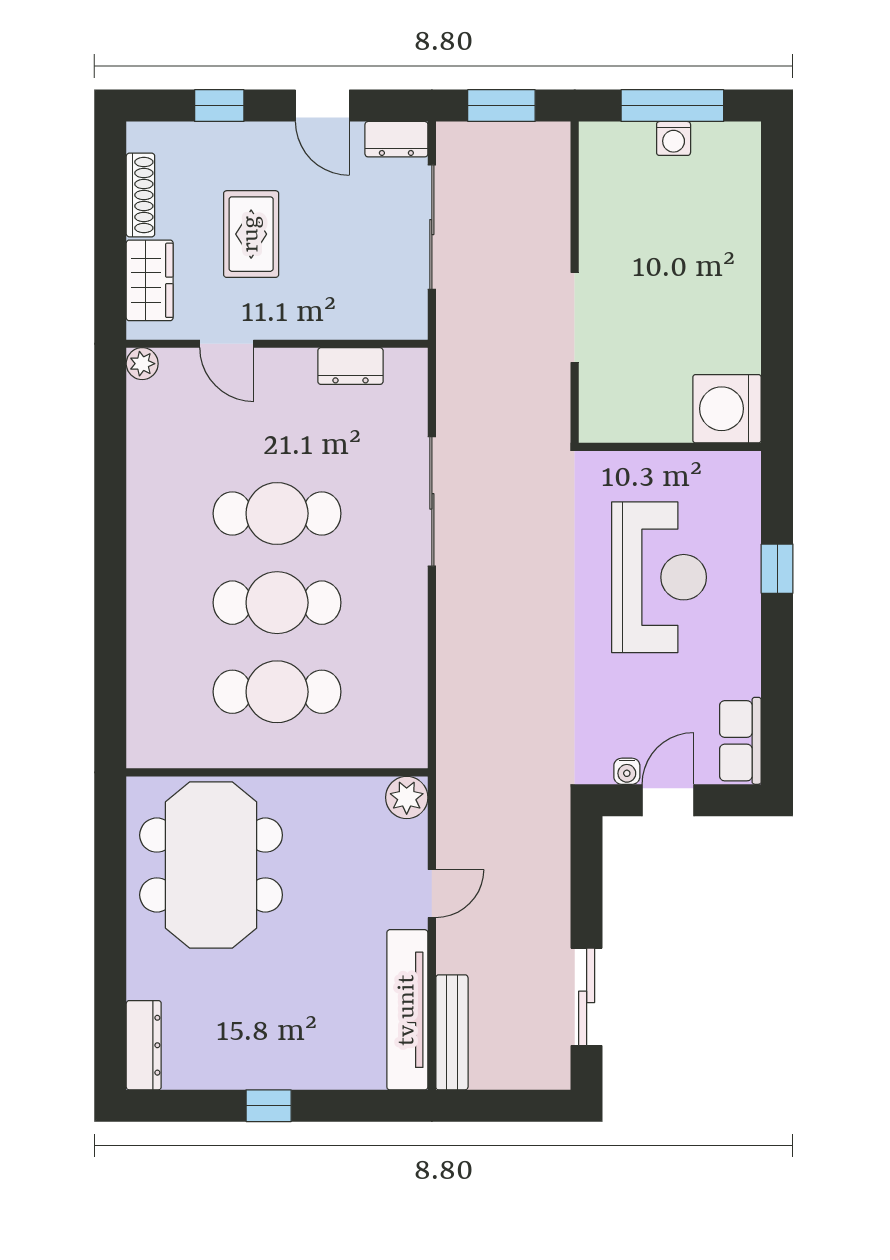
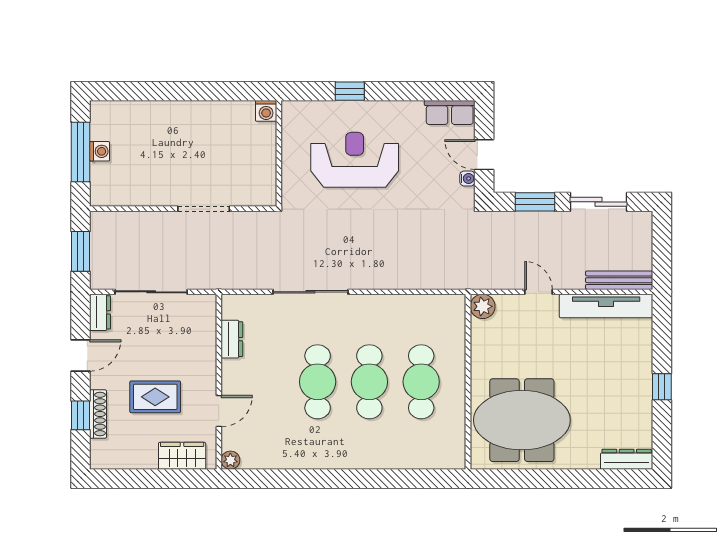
shoe rack: (140, 195) -> (98, 414), moved, turned 90
washing machine: (727, 409) -> (266, 111), width x0.53, depth x0.53
window: (587, 888) -> (535, 202), added

